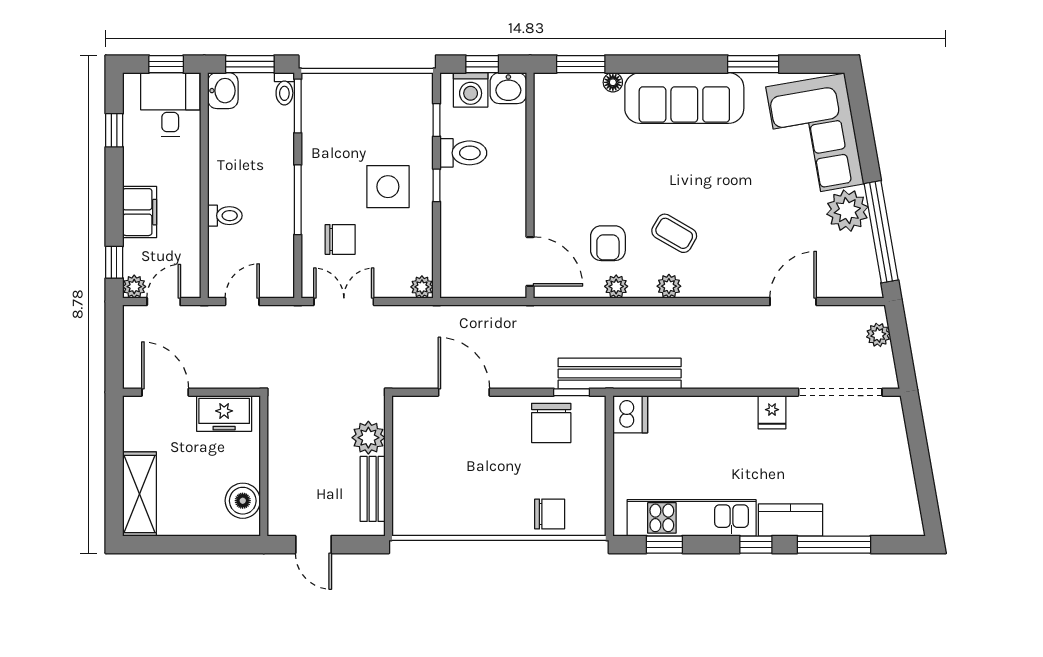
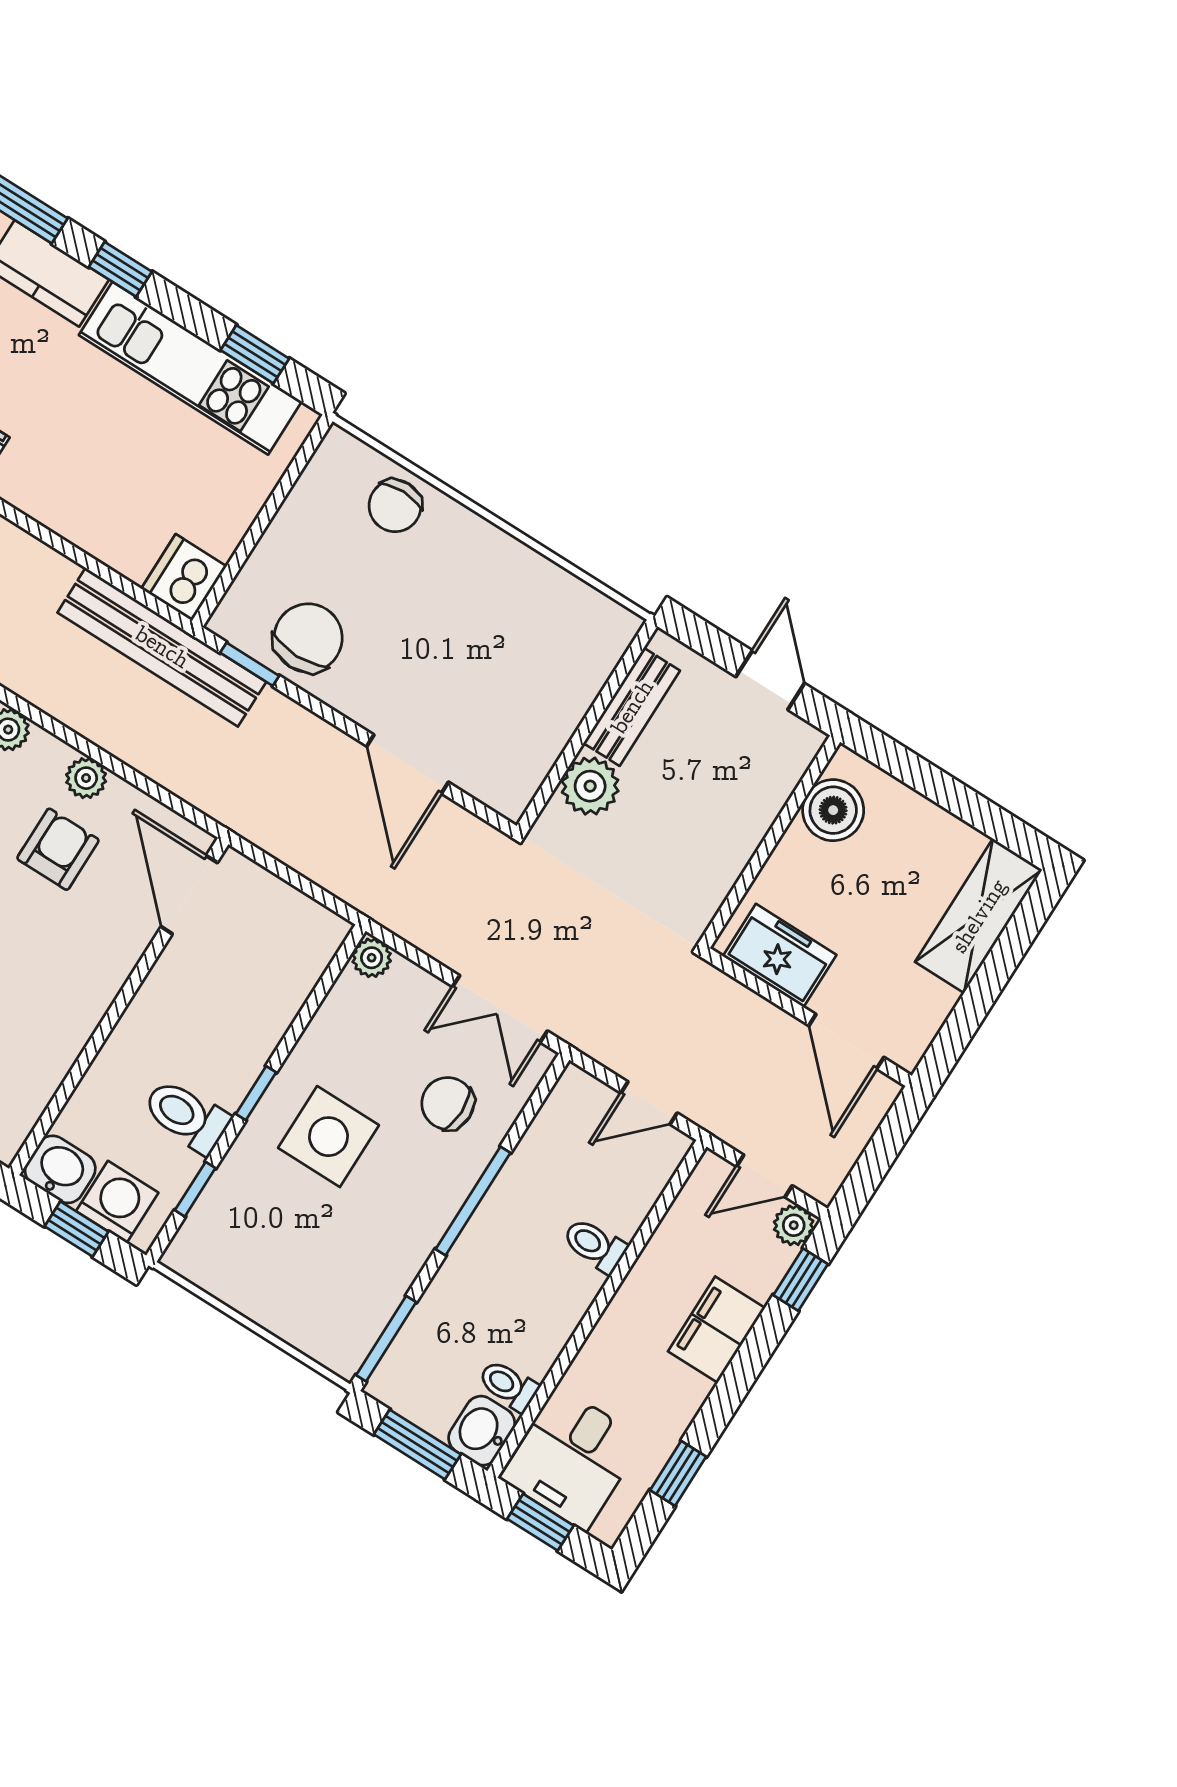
toilet: (284, 89) -> (508, 1386), moved, turned -90
chair: (550, 514) -> (395, 506), turned -90

